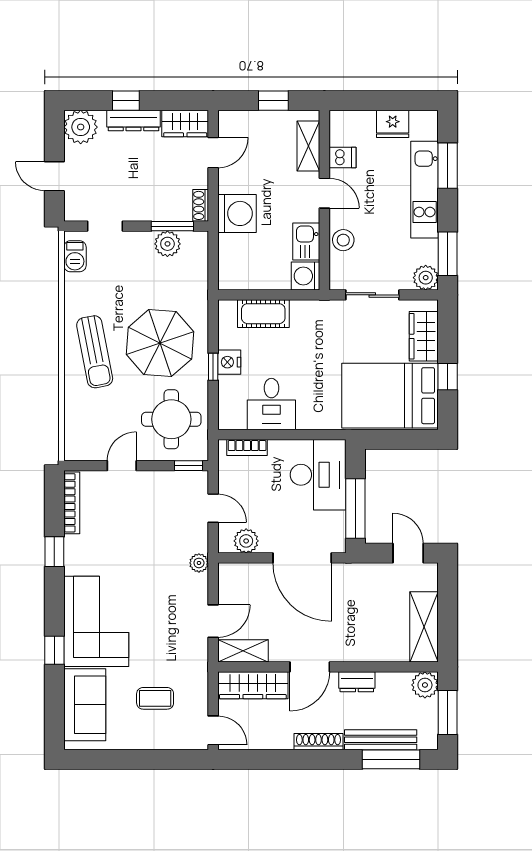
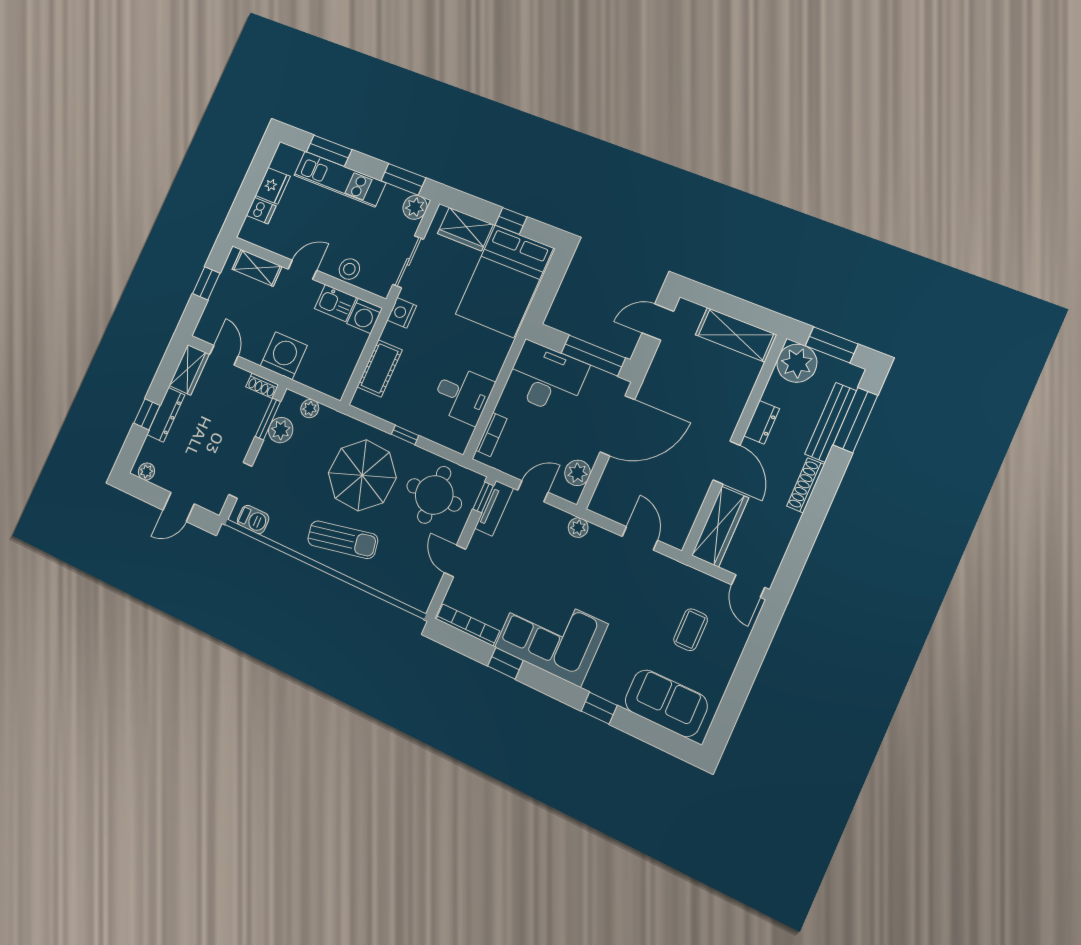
plant: (81, 127) -> (146, 471), width x0.53, depth x0.53
dishwasher: (343, 158) -> (261, 211), moved, turned 90
plant: (199, 263) -> (310, 409), added
nightstand: (229, 362) -> (402, 313), moved, turned 90
tv unit: (183, 480) -> (494, 508), added
corner sofa: (96, 621) -> (551, 636), moved
shelving: (243, 651) -> (682, 522), removed
plant: (425, 685) -> (797, 363), width x1.36, depth x1.36
door: (213, 730) -> (748, 586), swing flipped

